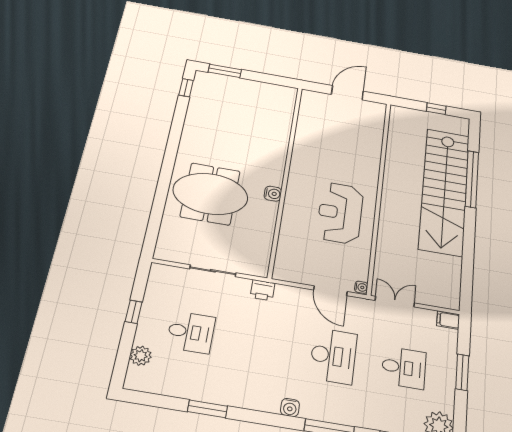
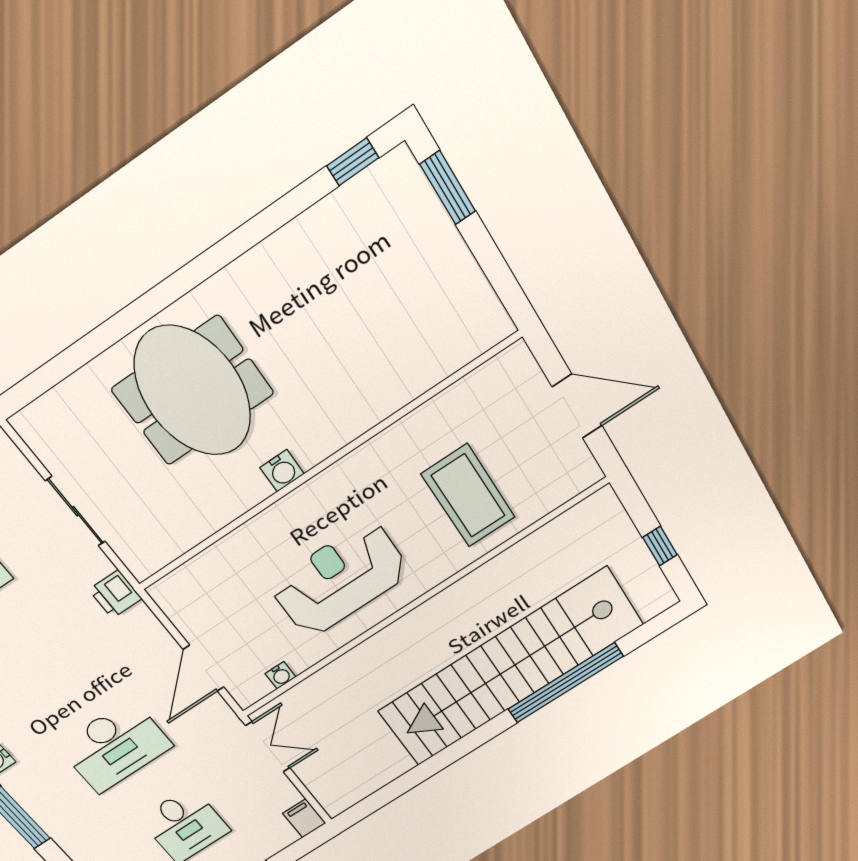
coffee table: (349, 148) -> (468, 496), added
water cooler: (361, 287) -> (281, 675), moved

